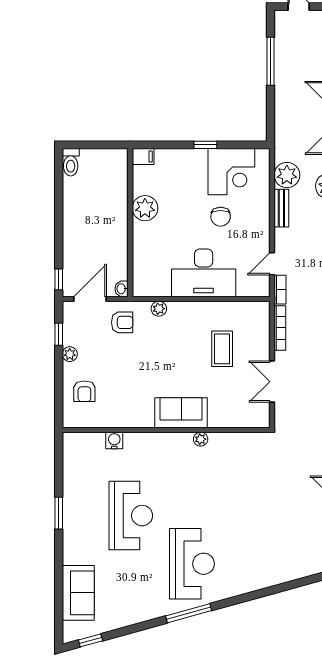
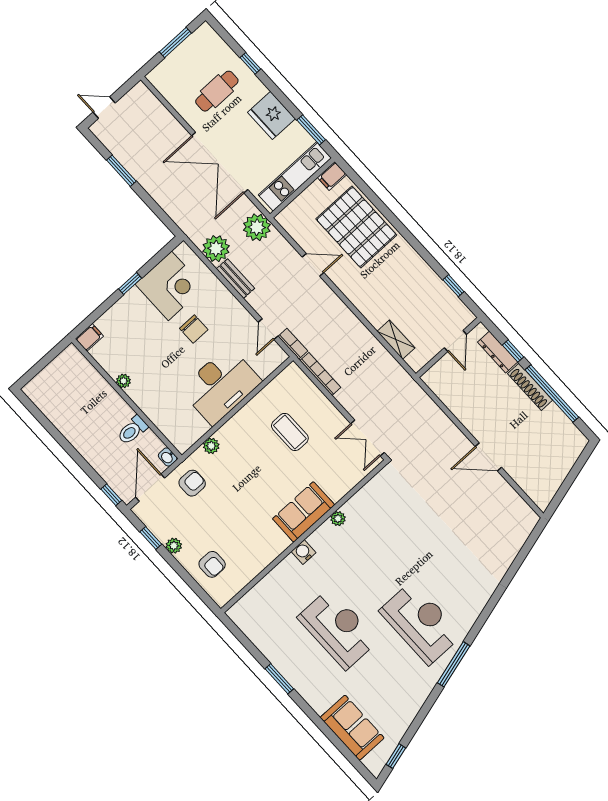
window: (271, 61) -> (121, 171), width x0.69
toilet: (71, 162) -> (132, 430), moved, turned 90
plant: (145, 208) -> (123, 381), width x0.53, depth x0.53
double door: (272, 382) -> (368, 438), moved
water cooler: (114, 441) -> (303, 552), moved

